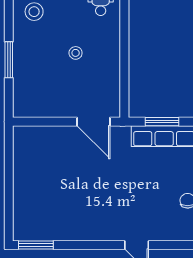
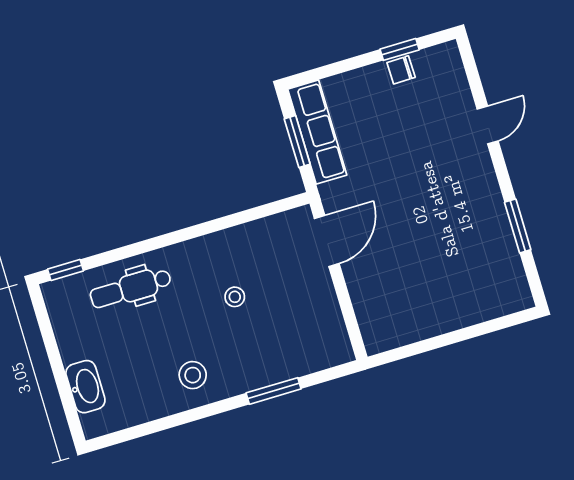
window: (36, 245) -> (518, 226), moved

